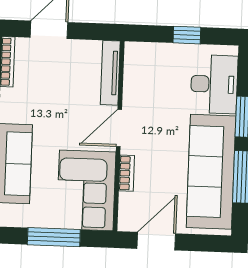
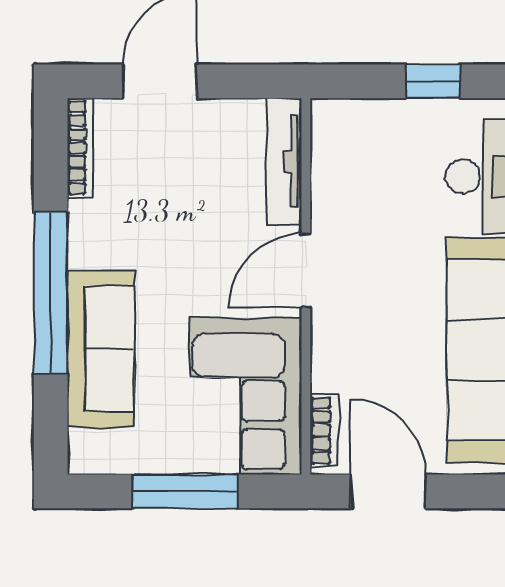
bookcase: (127, 173) -> (324, 430), moved
door: (156, 241) -> (388, 491), hinge flipped

